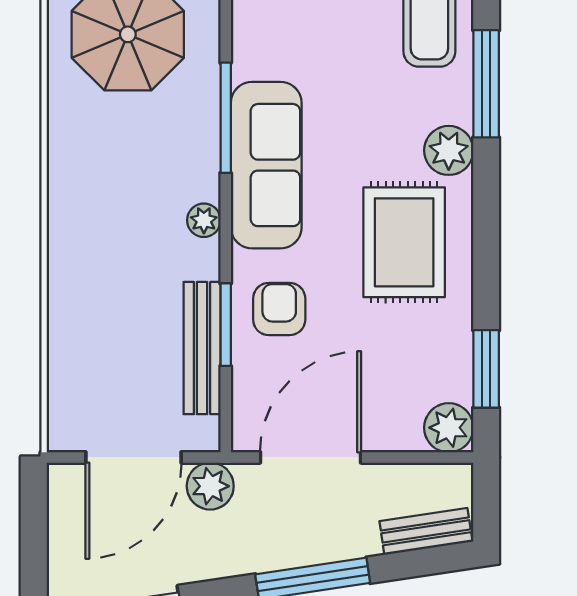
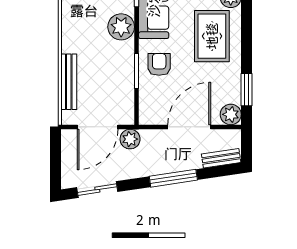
plant: (204, 220) -> (121, 27), width x1.88, depth x1.88
bench: (202, 348) -> (69, 82), moved
door: (310, 457) -> (189, 127), moved

